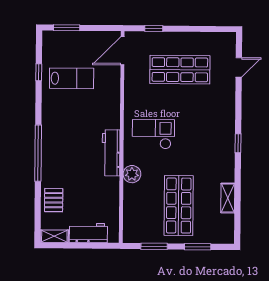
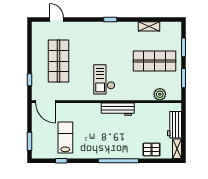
plant: (132, 174) -> (160, 94), moved

